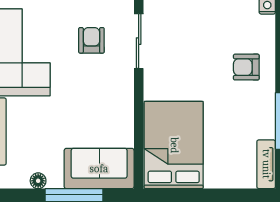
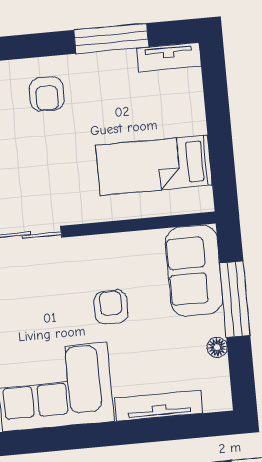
armchair: (91, 40) -> (111, 307), moved, turned 90
bed: (174, 145) -> (154, 165), width x0.67

